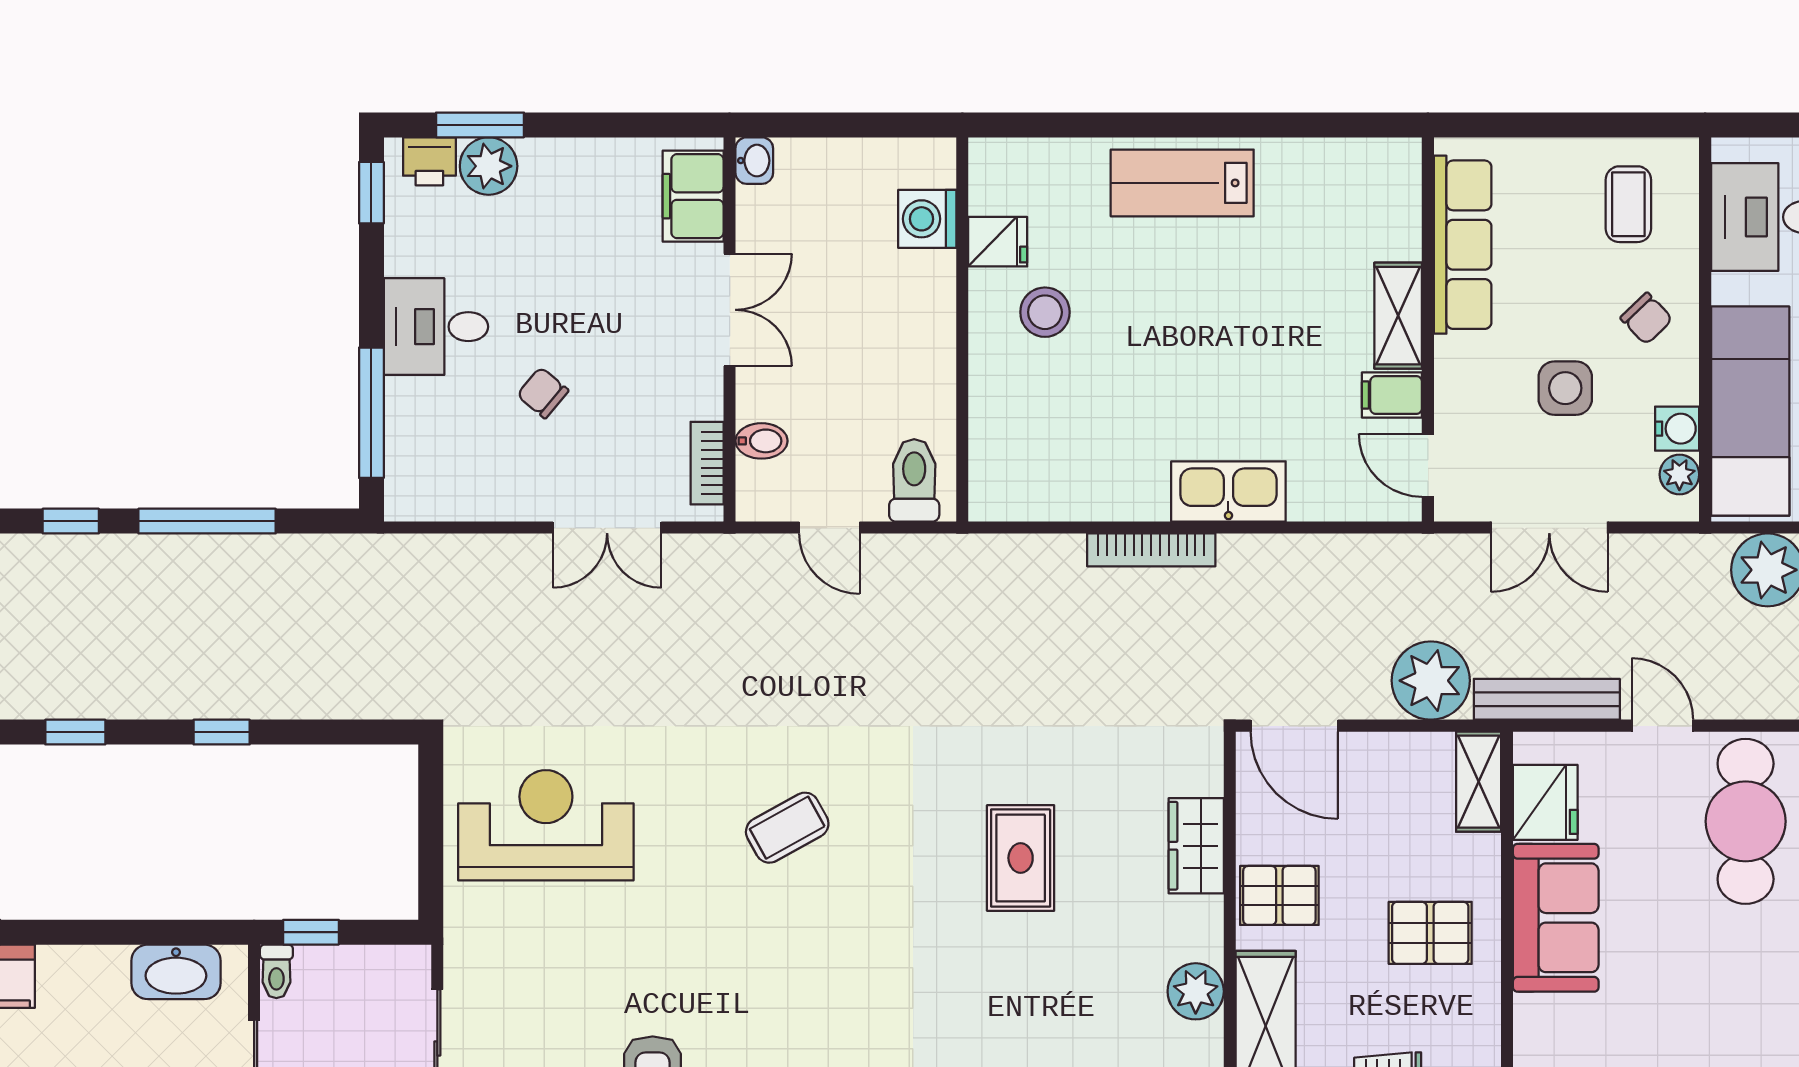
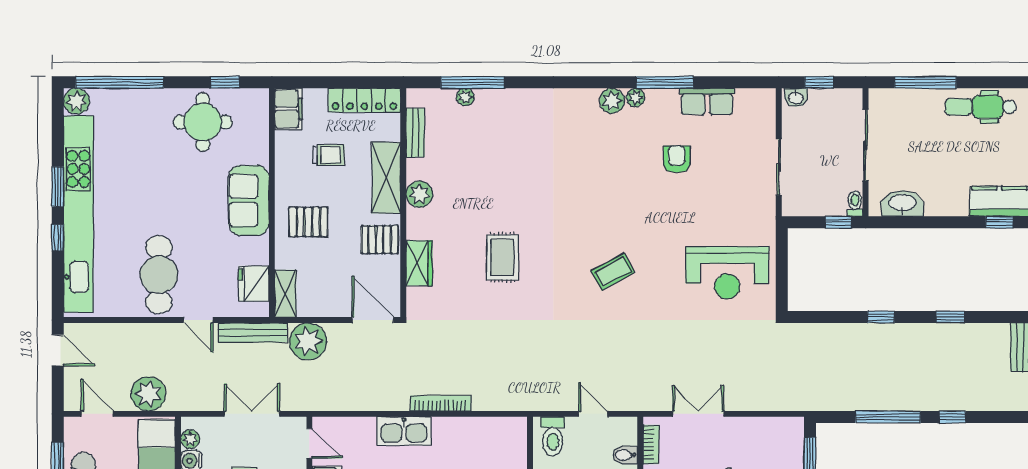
sofa: (1556, 918) -> (249, 200), moved

